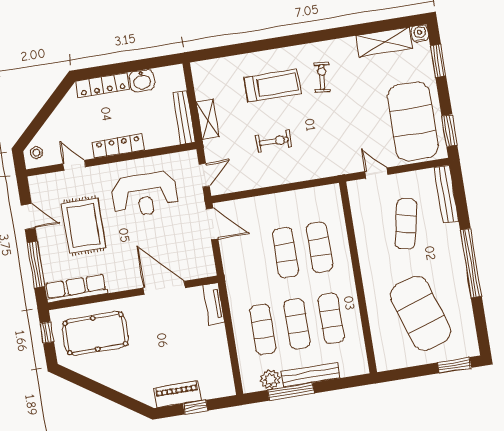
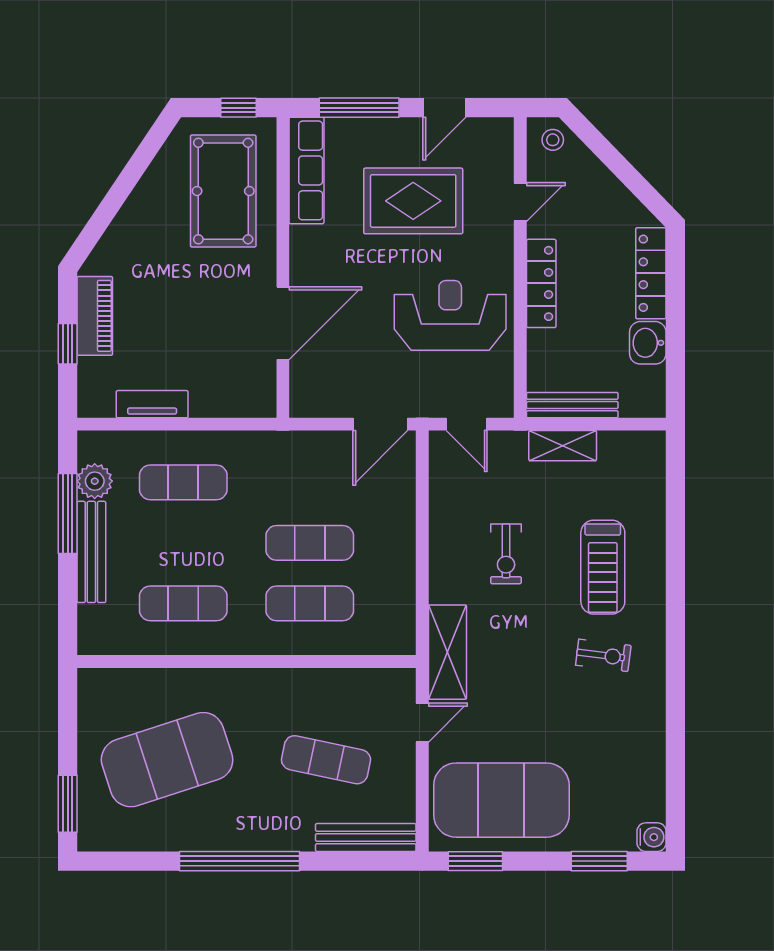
shelving: (384, 42) -> (447, 652), moved
reception desk: (145, 194) -> (450, 315), turned 90
tv unit: (214, 304) -> (152, 404), moved
exercise mat: (297, 324) -> (183, 543), removed

